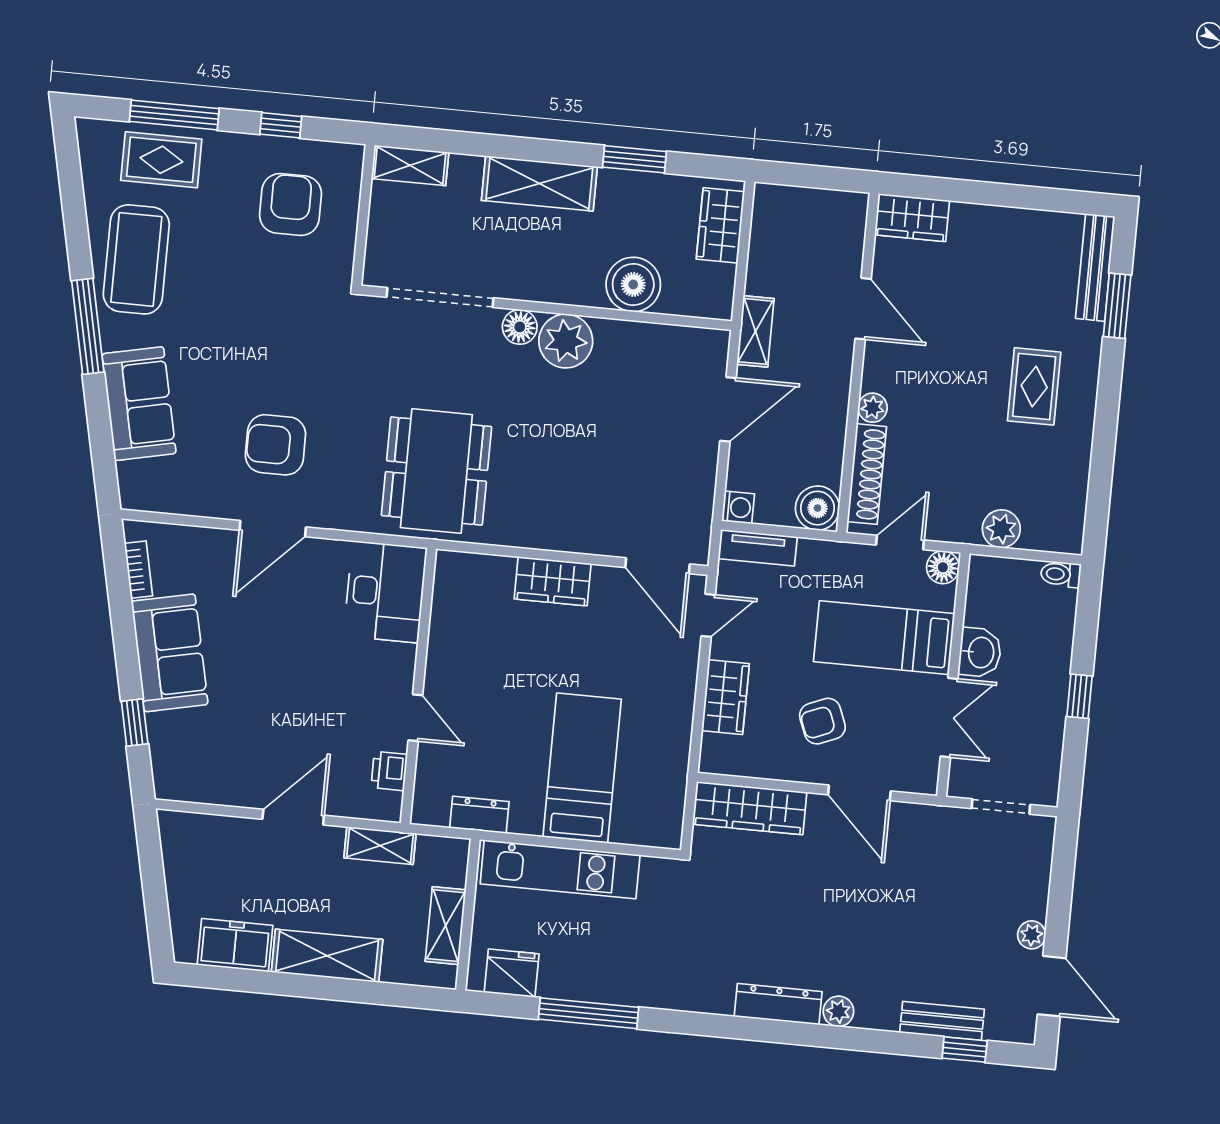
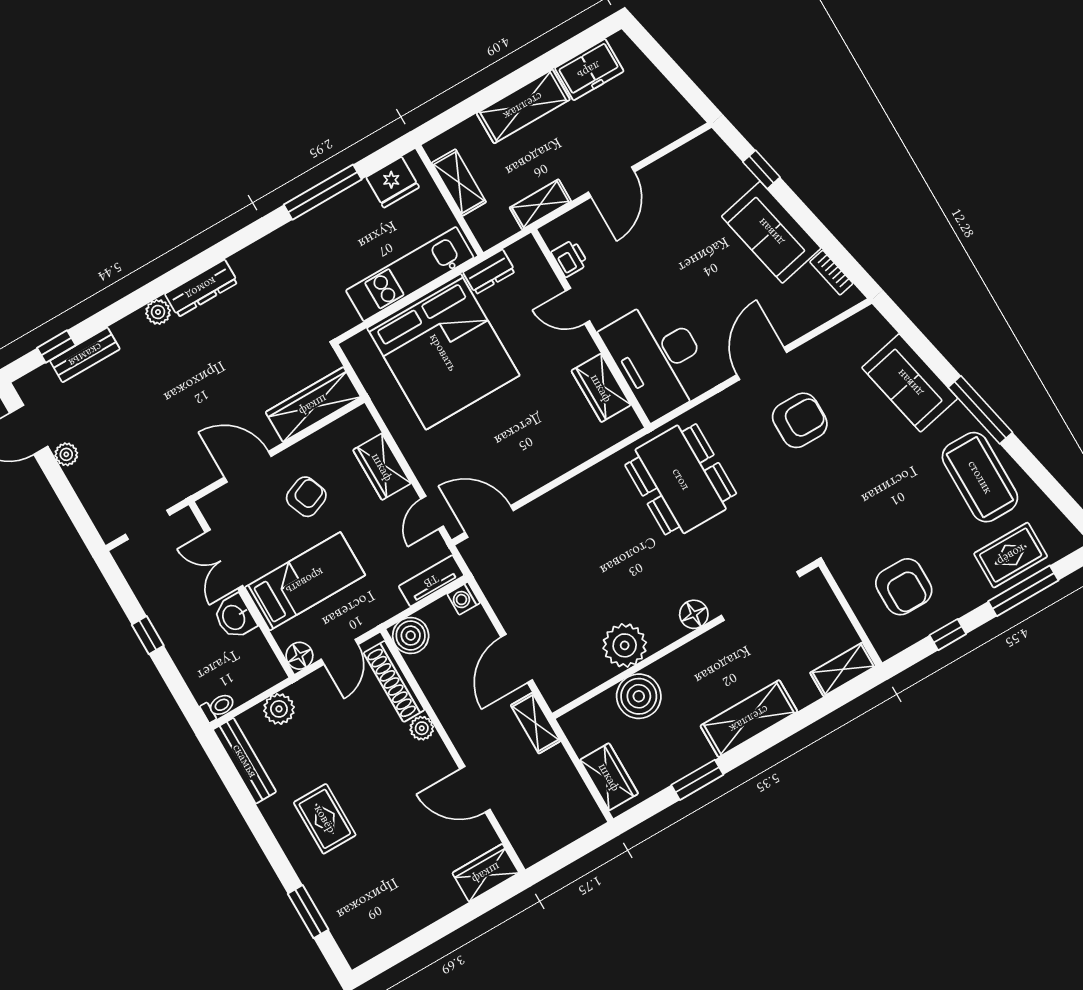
bench: (1095, 267) -> (245, 761), moved
plant: (566, 341) -> (625, 645), moved
wardrobe: (553, 581) -> (601, 388), moved, turned -90
desk: (385, 592) -> (658, 358), width x1.36, depth x1.30
bed: (582, 768) -> (443, 352), width x2.04

